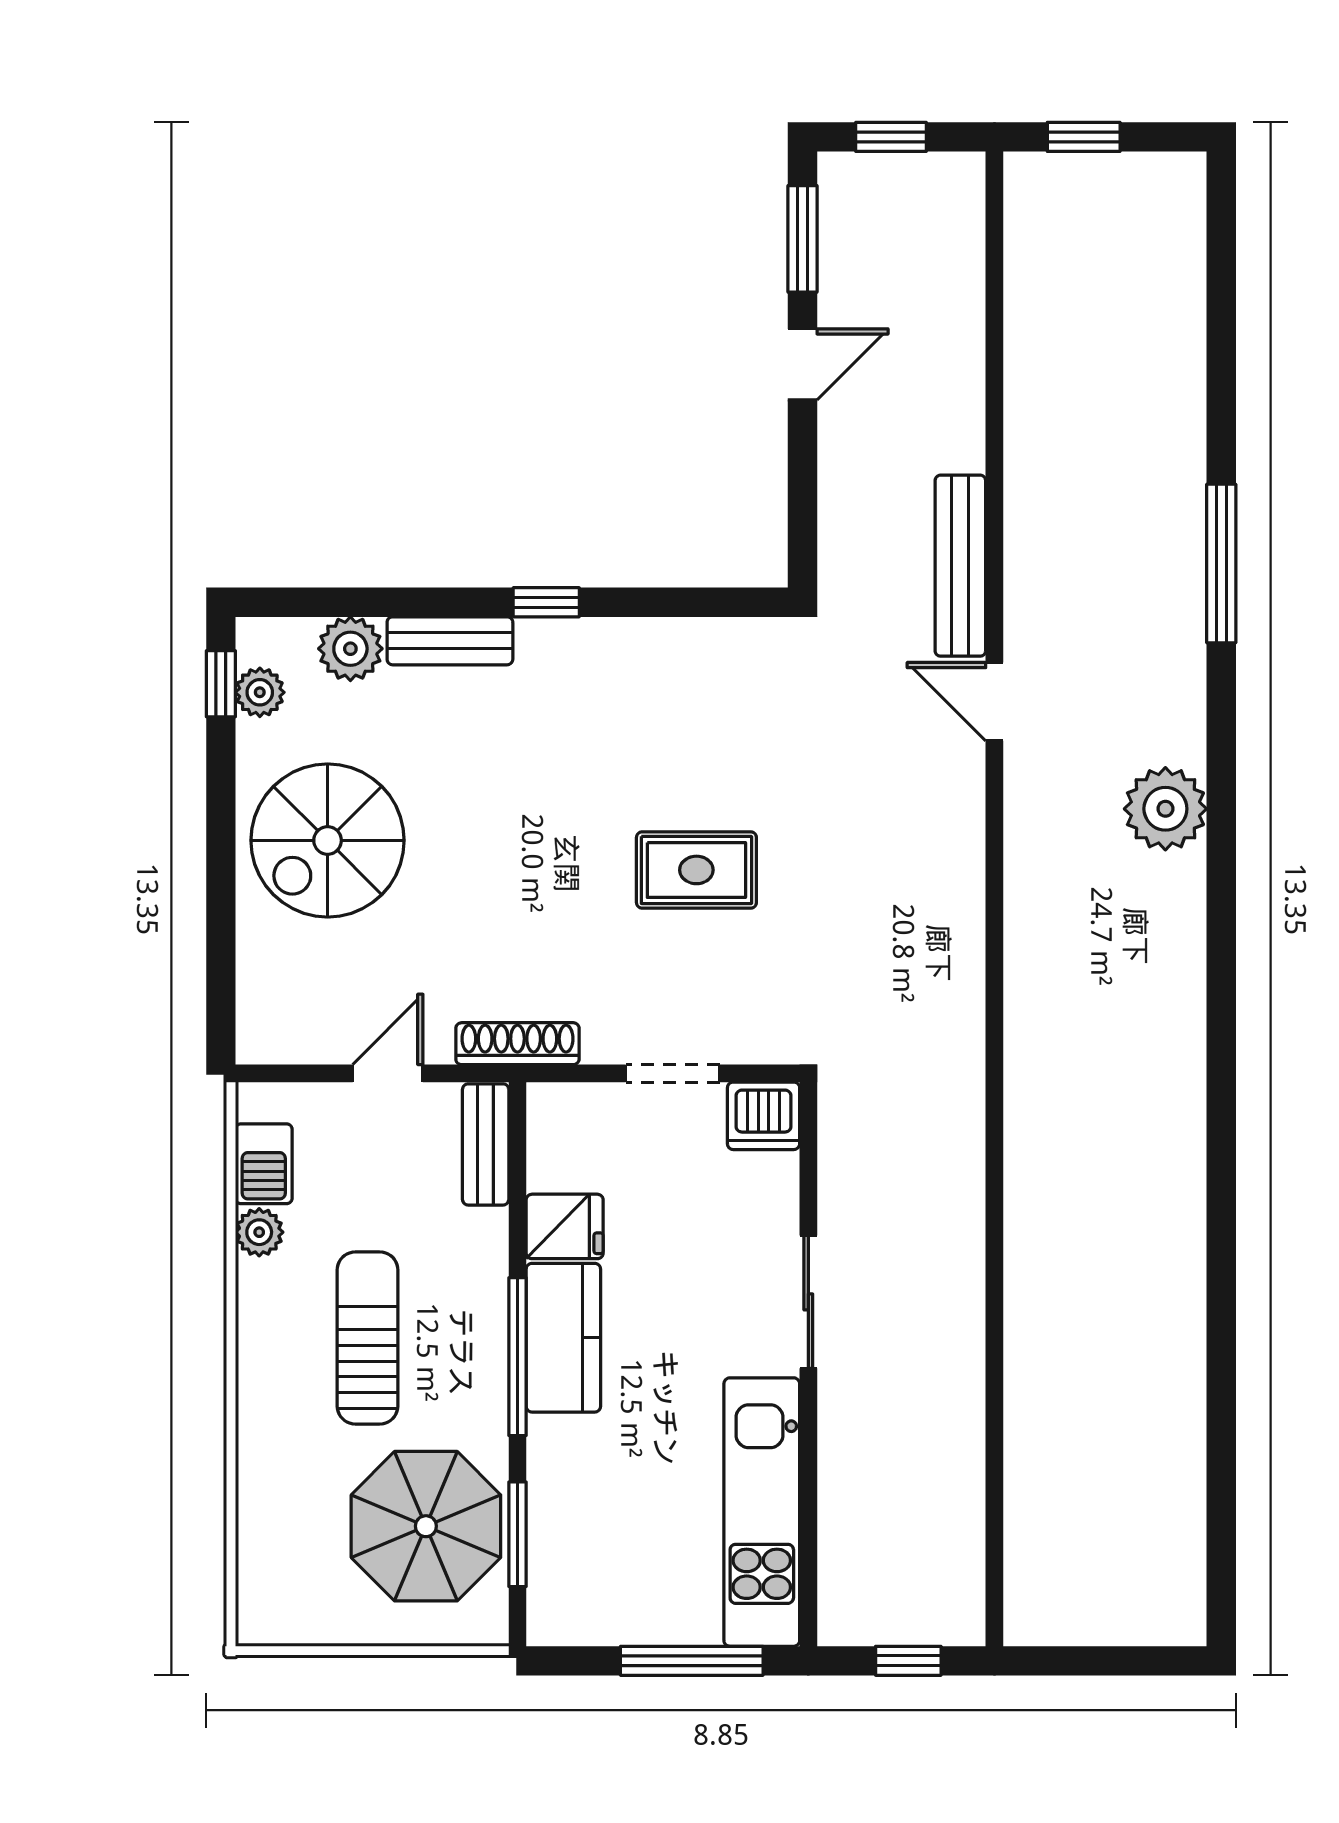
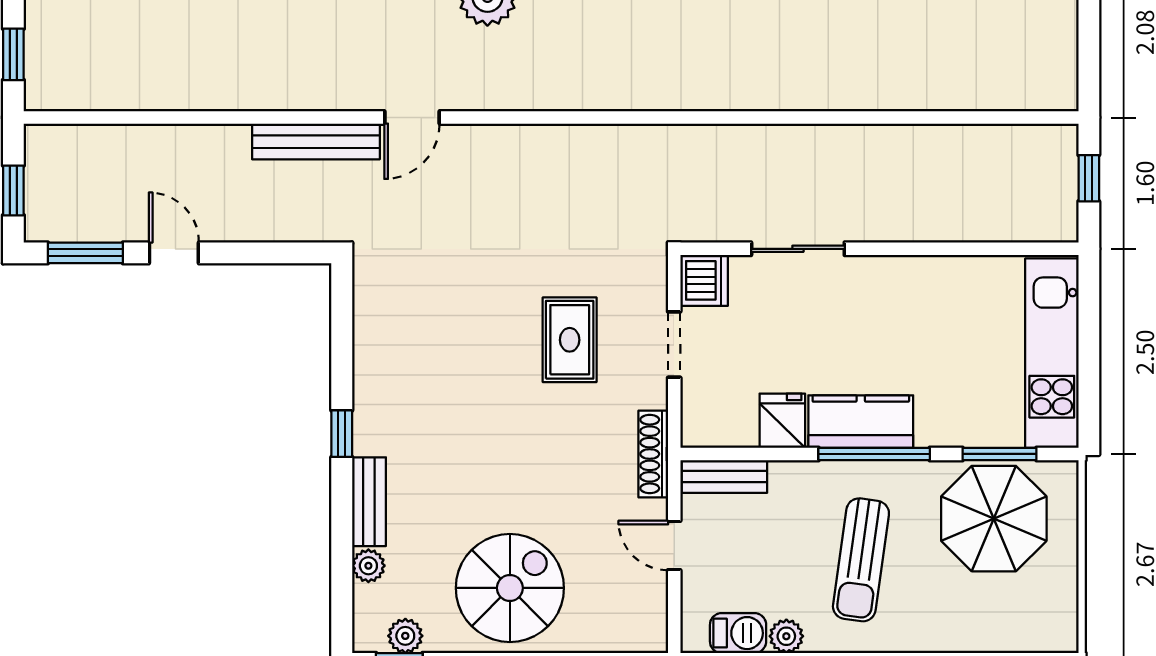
plant: (350, 649) -> (368, 566), width x0.73, depth x0.73
spiral stairs: (328, 840) -> (510, 588), turned -90
rug: (696, 870) -> (570, 340), moved
sliding door: (808, 1302) -> (798, 249), moved
sun lounger: (368, 1338) -> (861, 560), turned -82
kitchen unit: (762, 1512) -> (1052, 353), moved, turned 90
window: (692, 1661) -> (1089, 331), removed

